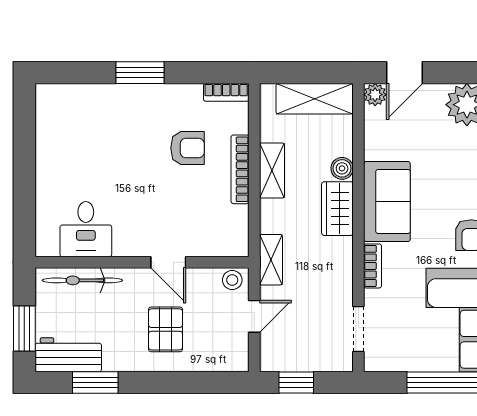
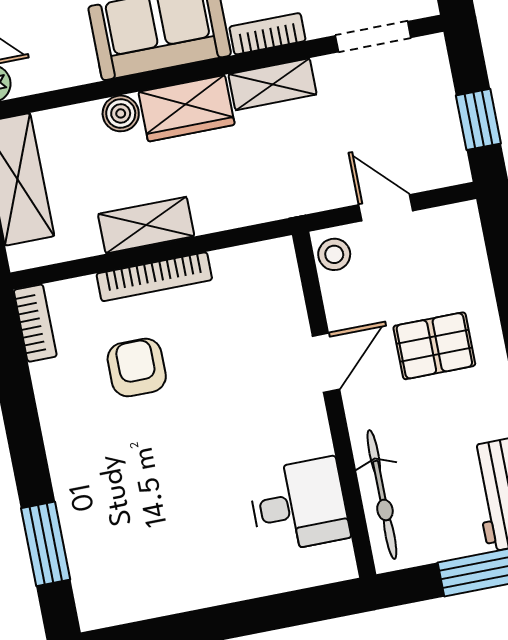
window: (140, 73) -> (46, 544), moved
shelving: (271, 260) -> (273, 84), moved

